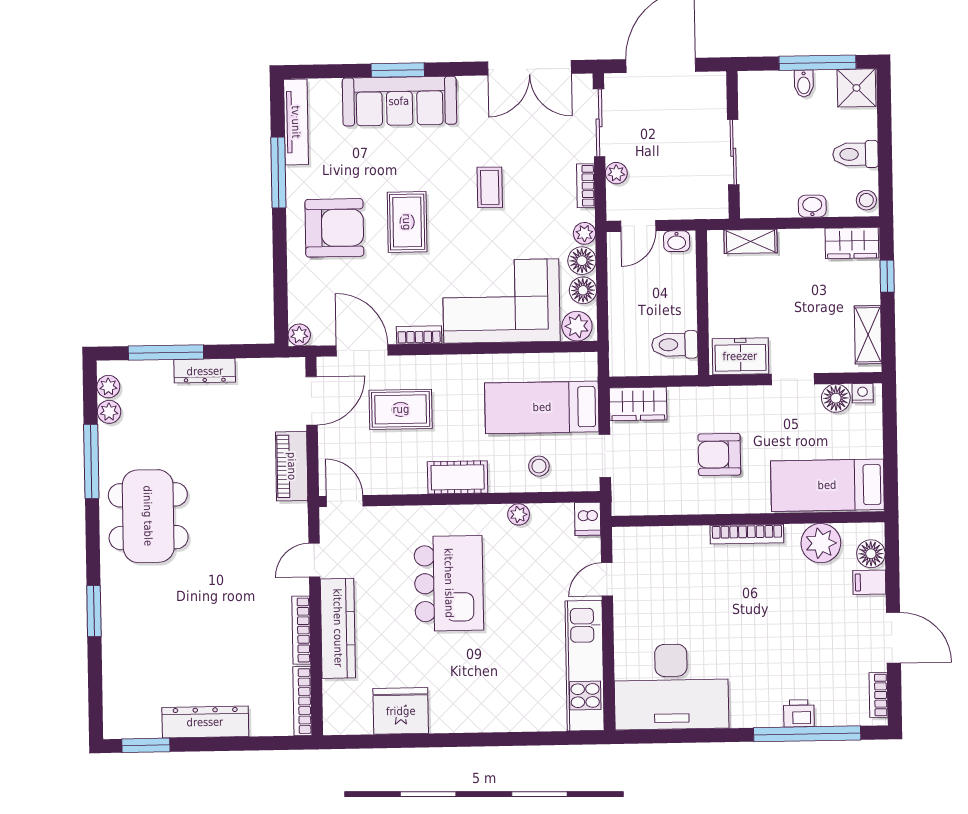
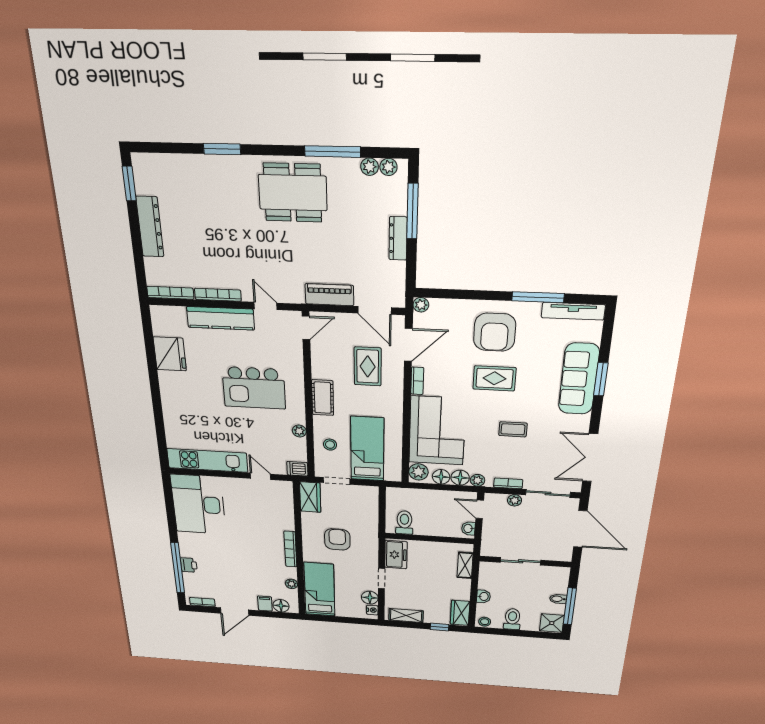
wardrobe: (638, 404) -> (310, 497), moved, turned 180
plant: (821, 543) -> (291, 584), width x0.53, depth x0.53

